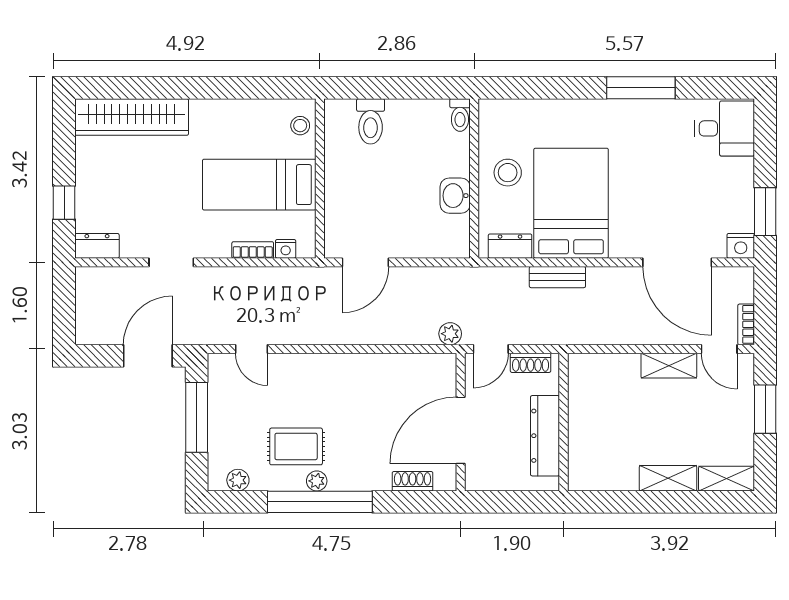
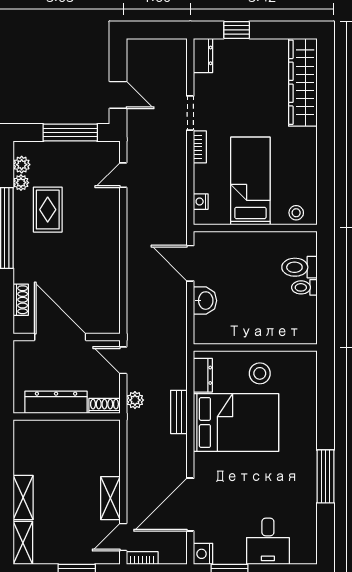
toilet: (460, 115) -> (304, 287), moved
desk: (725, 128) -> (268, 541), moved
washbasin: (455, 196) -> (205, 301), moved, turned 90
bookcase: (253, 250) -> (200, 147), moved
plant: (450, 334) -> (135, 400), moved
door: (148, 356) -> (118, 95), width x0.73
shoe rack: (531, 363) -> (104, 406), moved, turned 90
plant: (317, 481) -> (21, 183), moved

